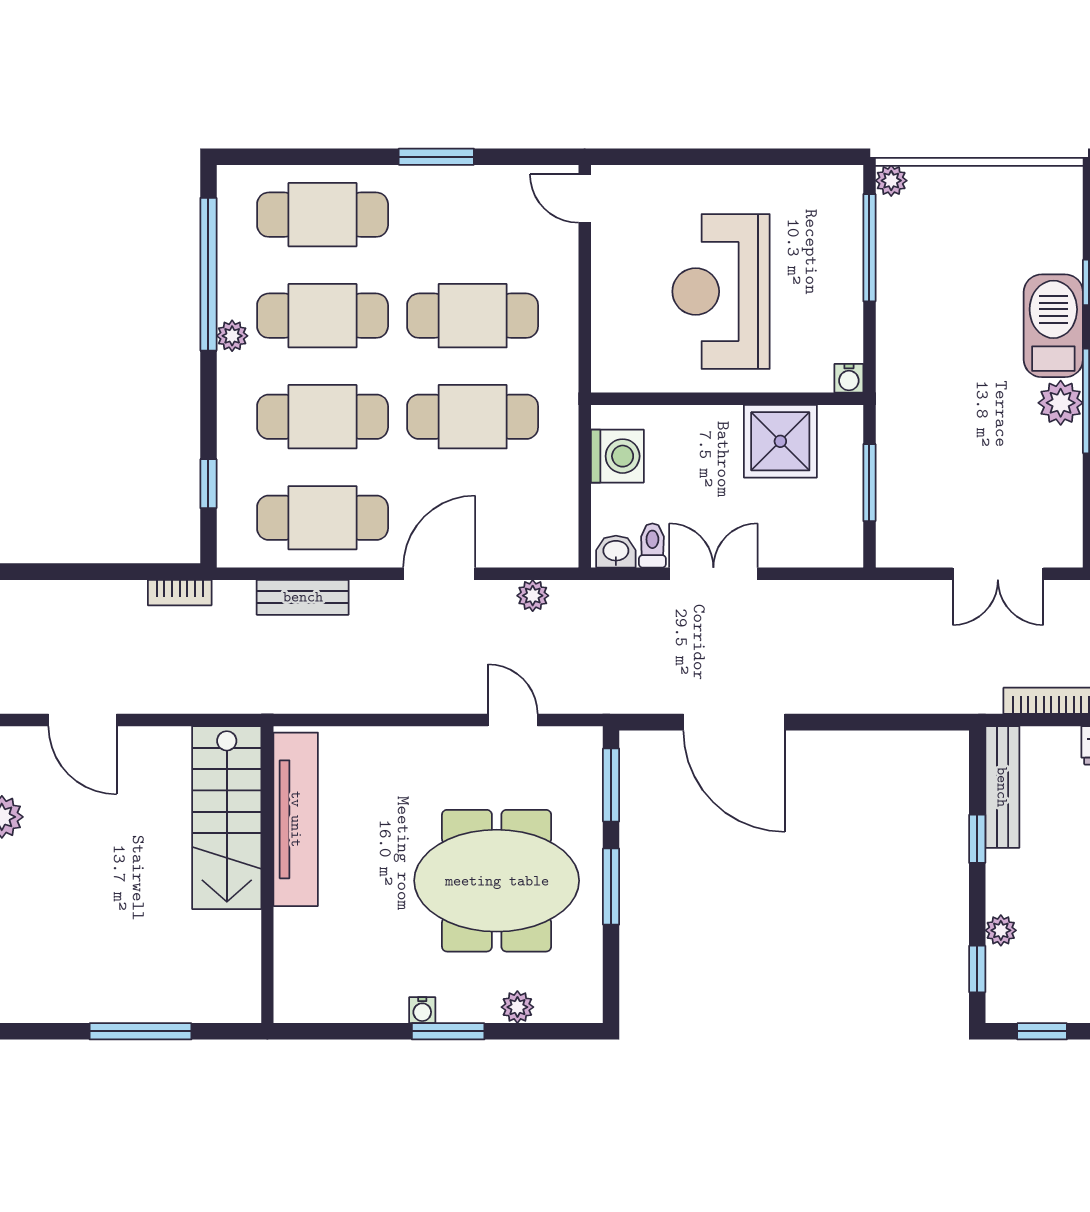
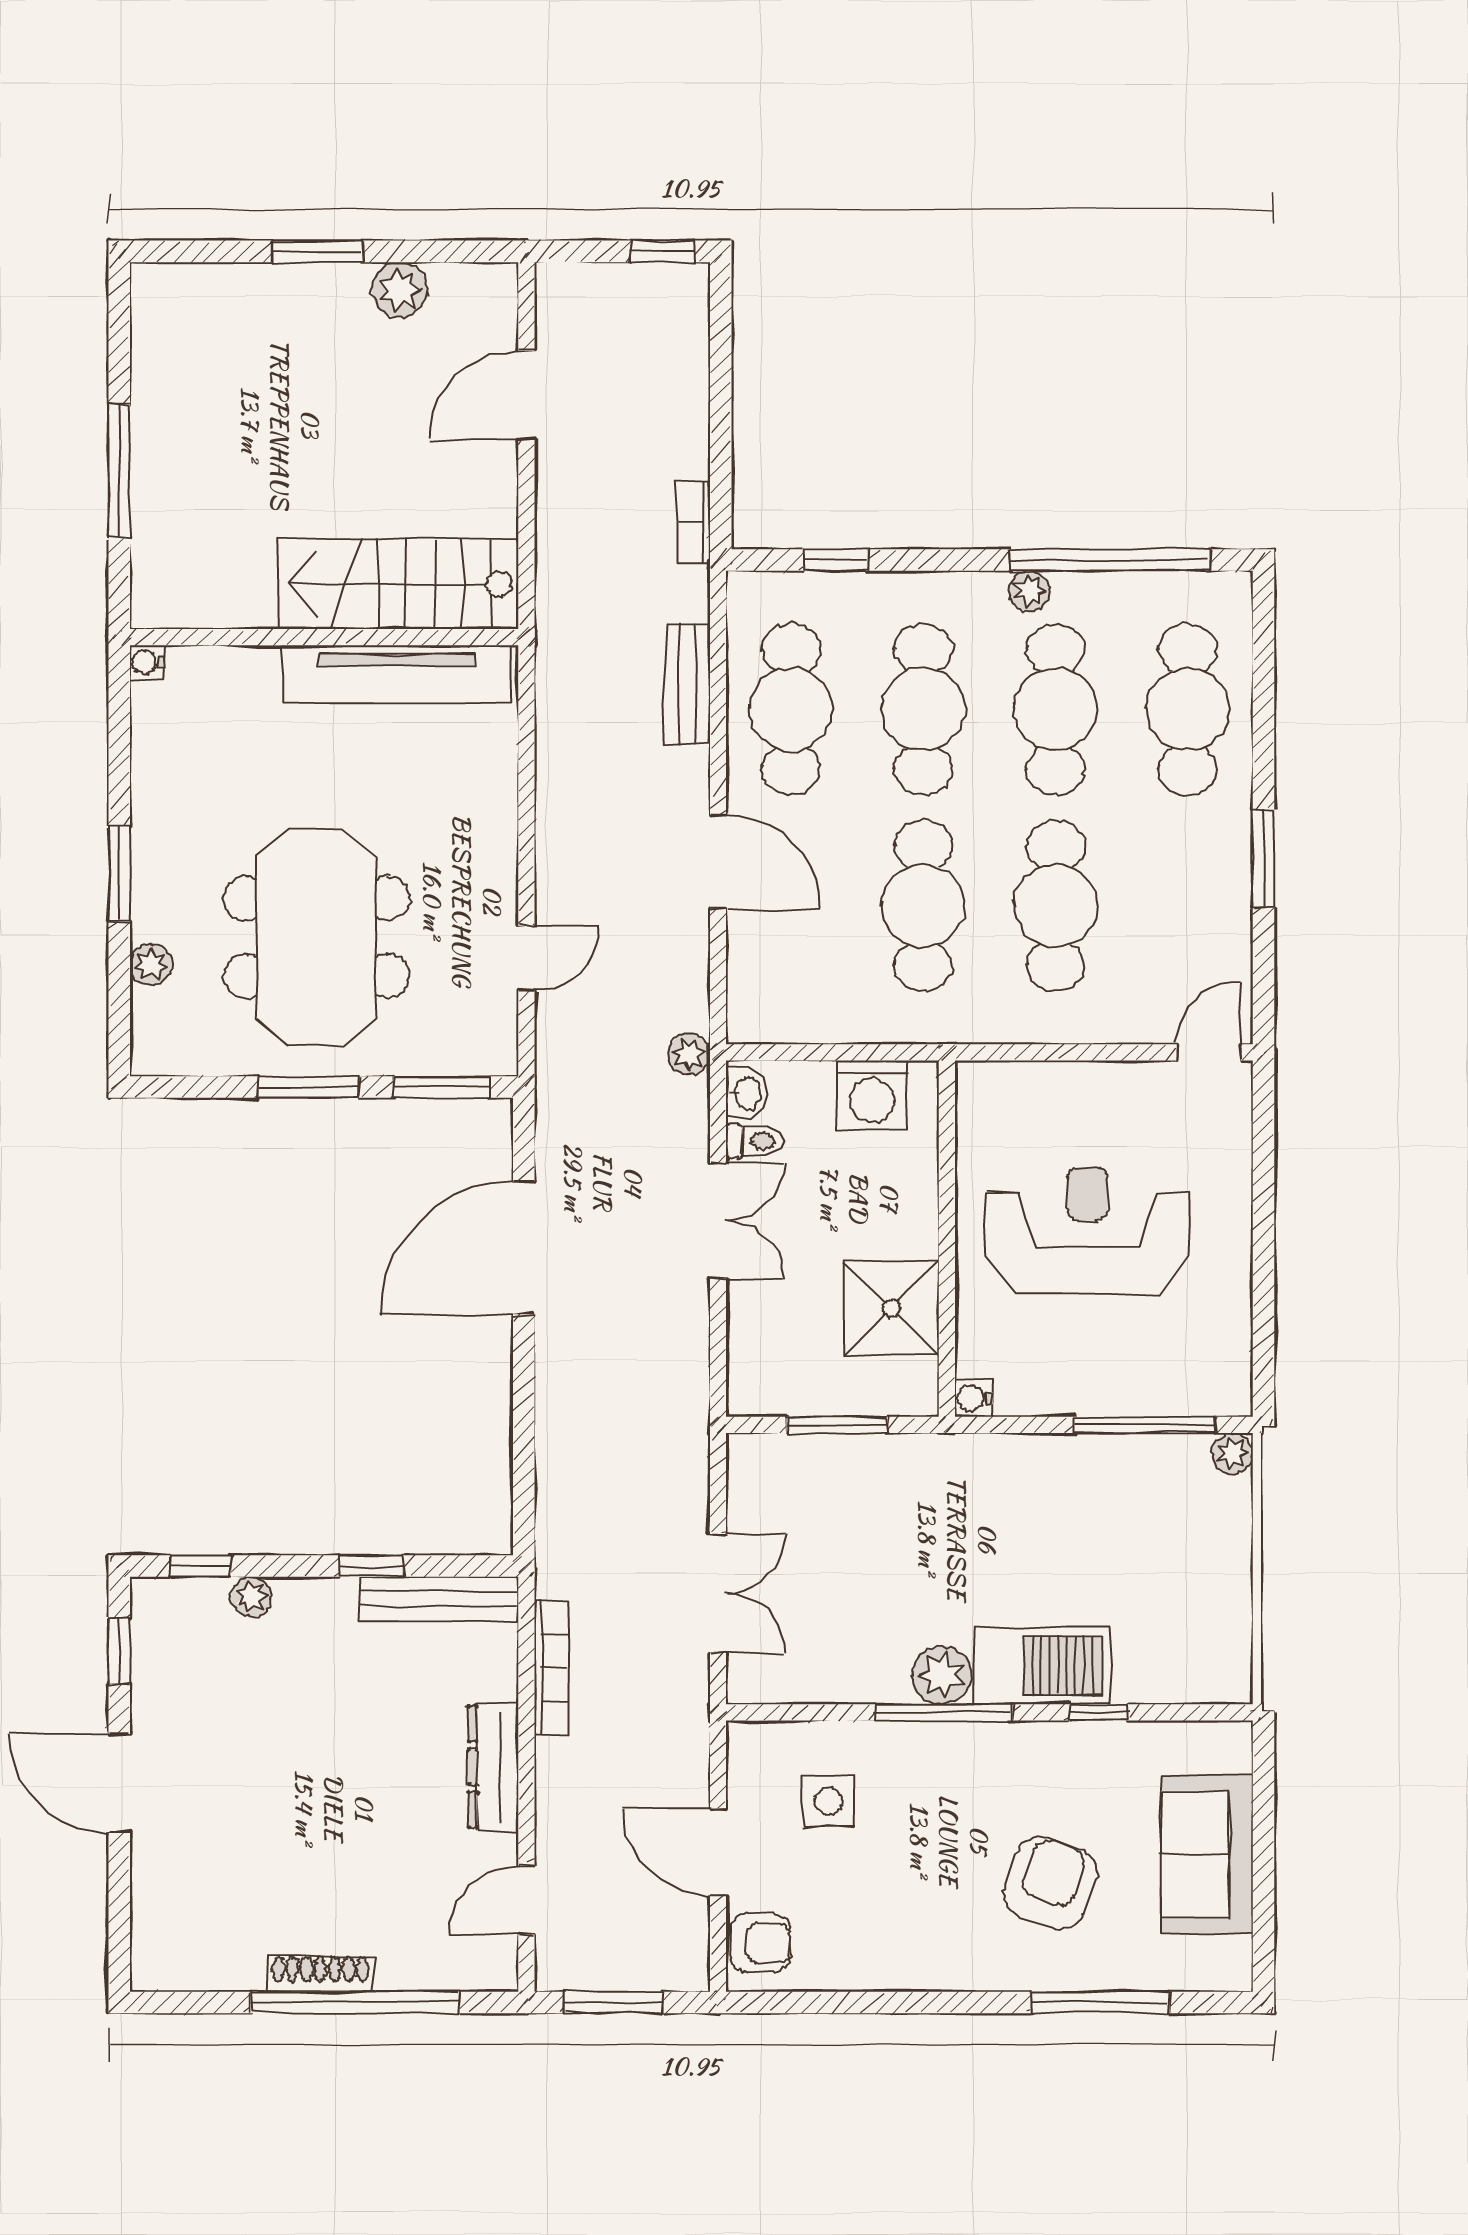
double door: (998, 574) -> (718, 1593), swing flipped
plant: (533, 596) -> (689, 1054), moved
water cooler: (422, 1010) -> (147, 662), moved

